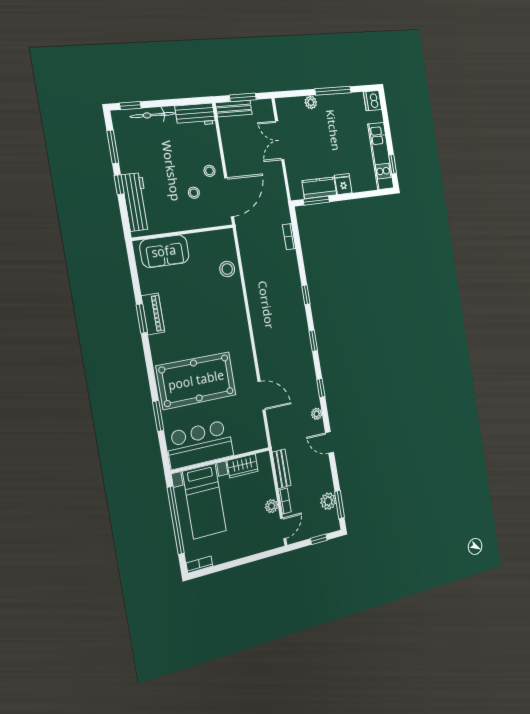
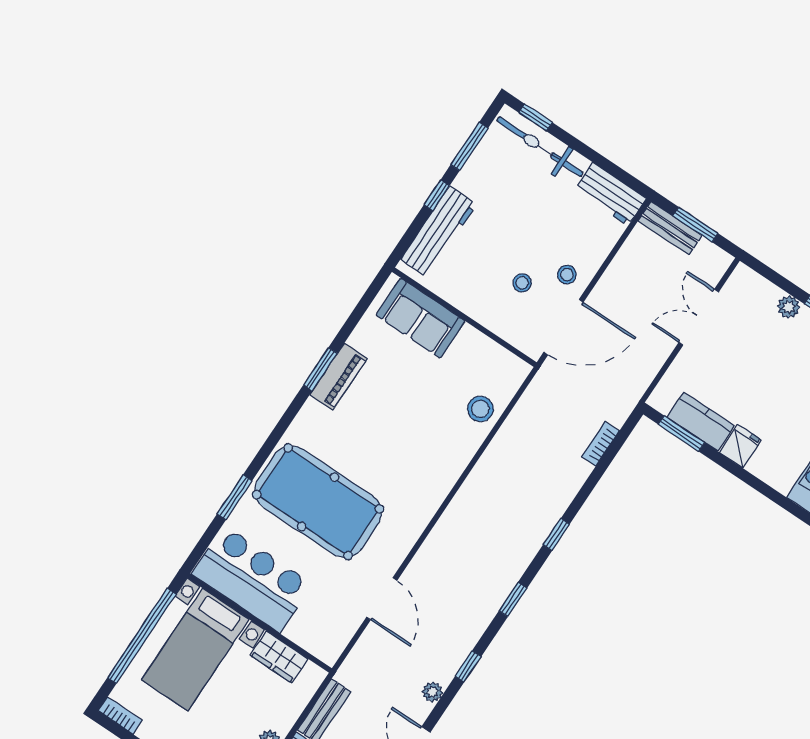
bicycle: (152, 115) -> (540, 147), width x1.37, depth x1.40

